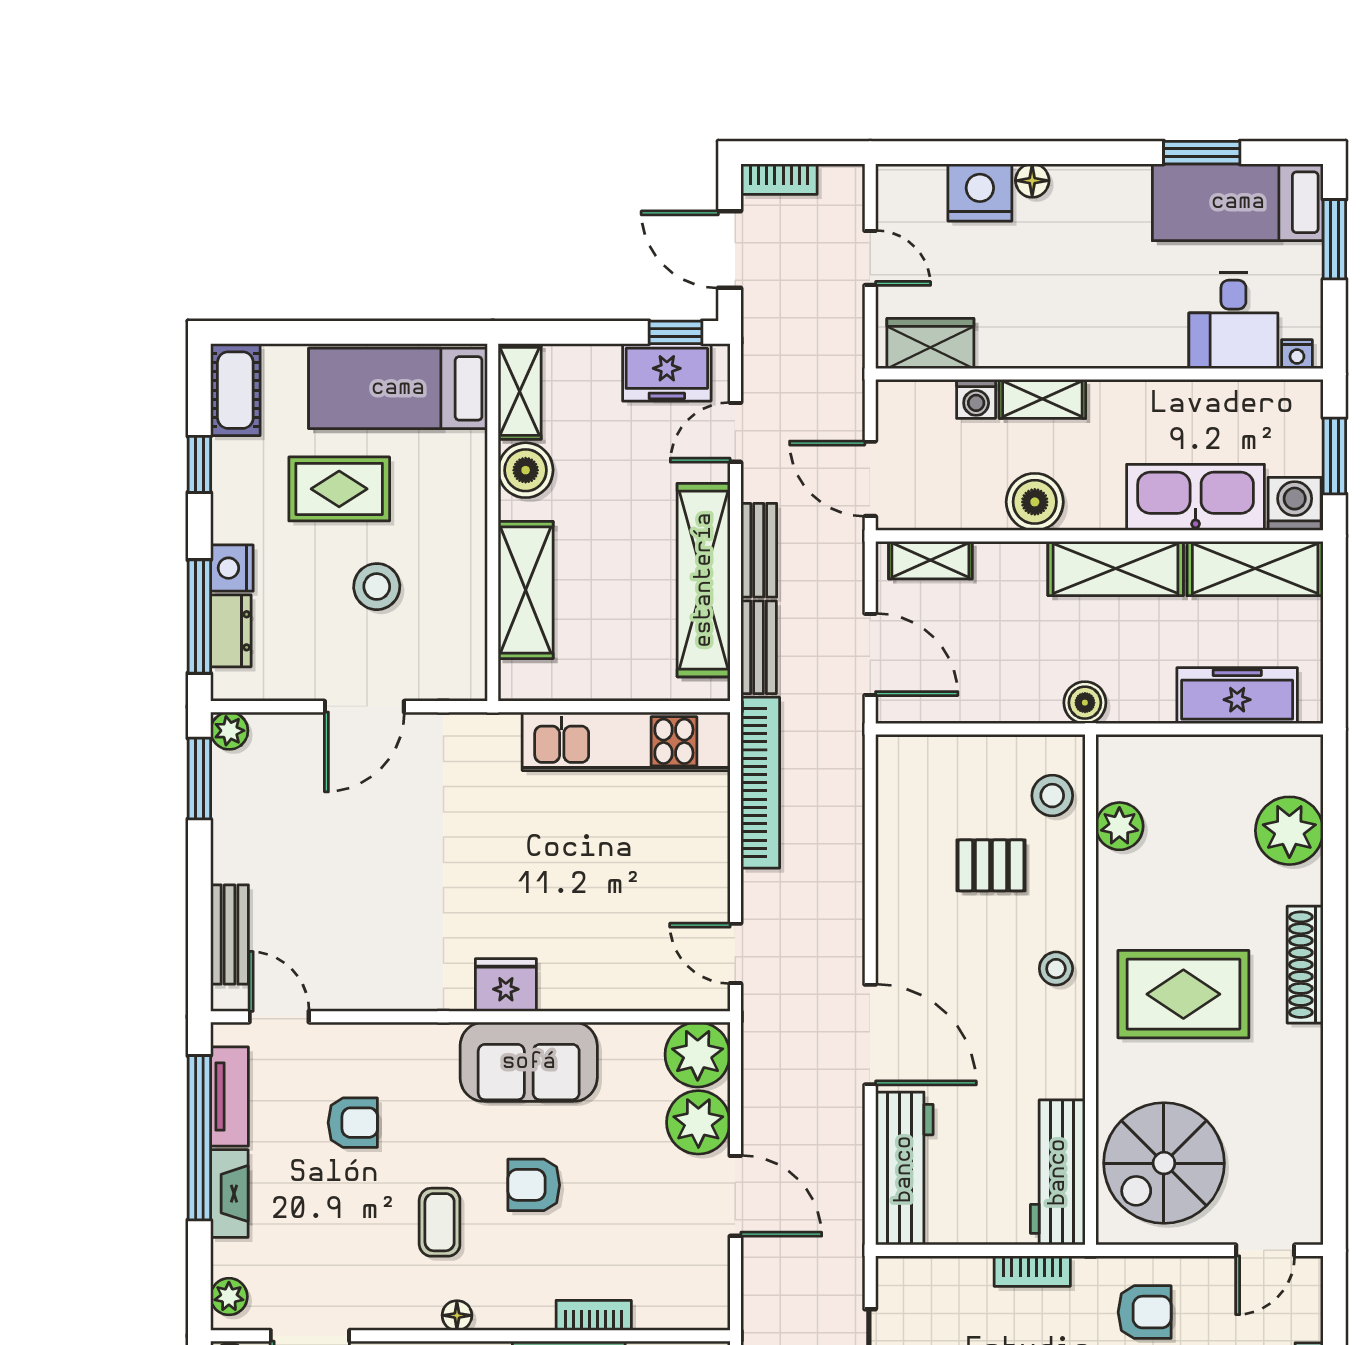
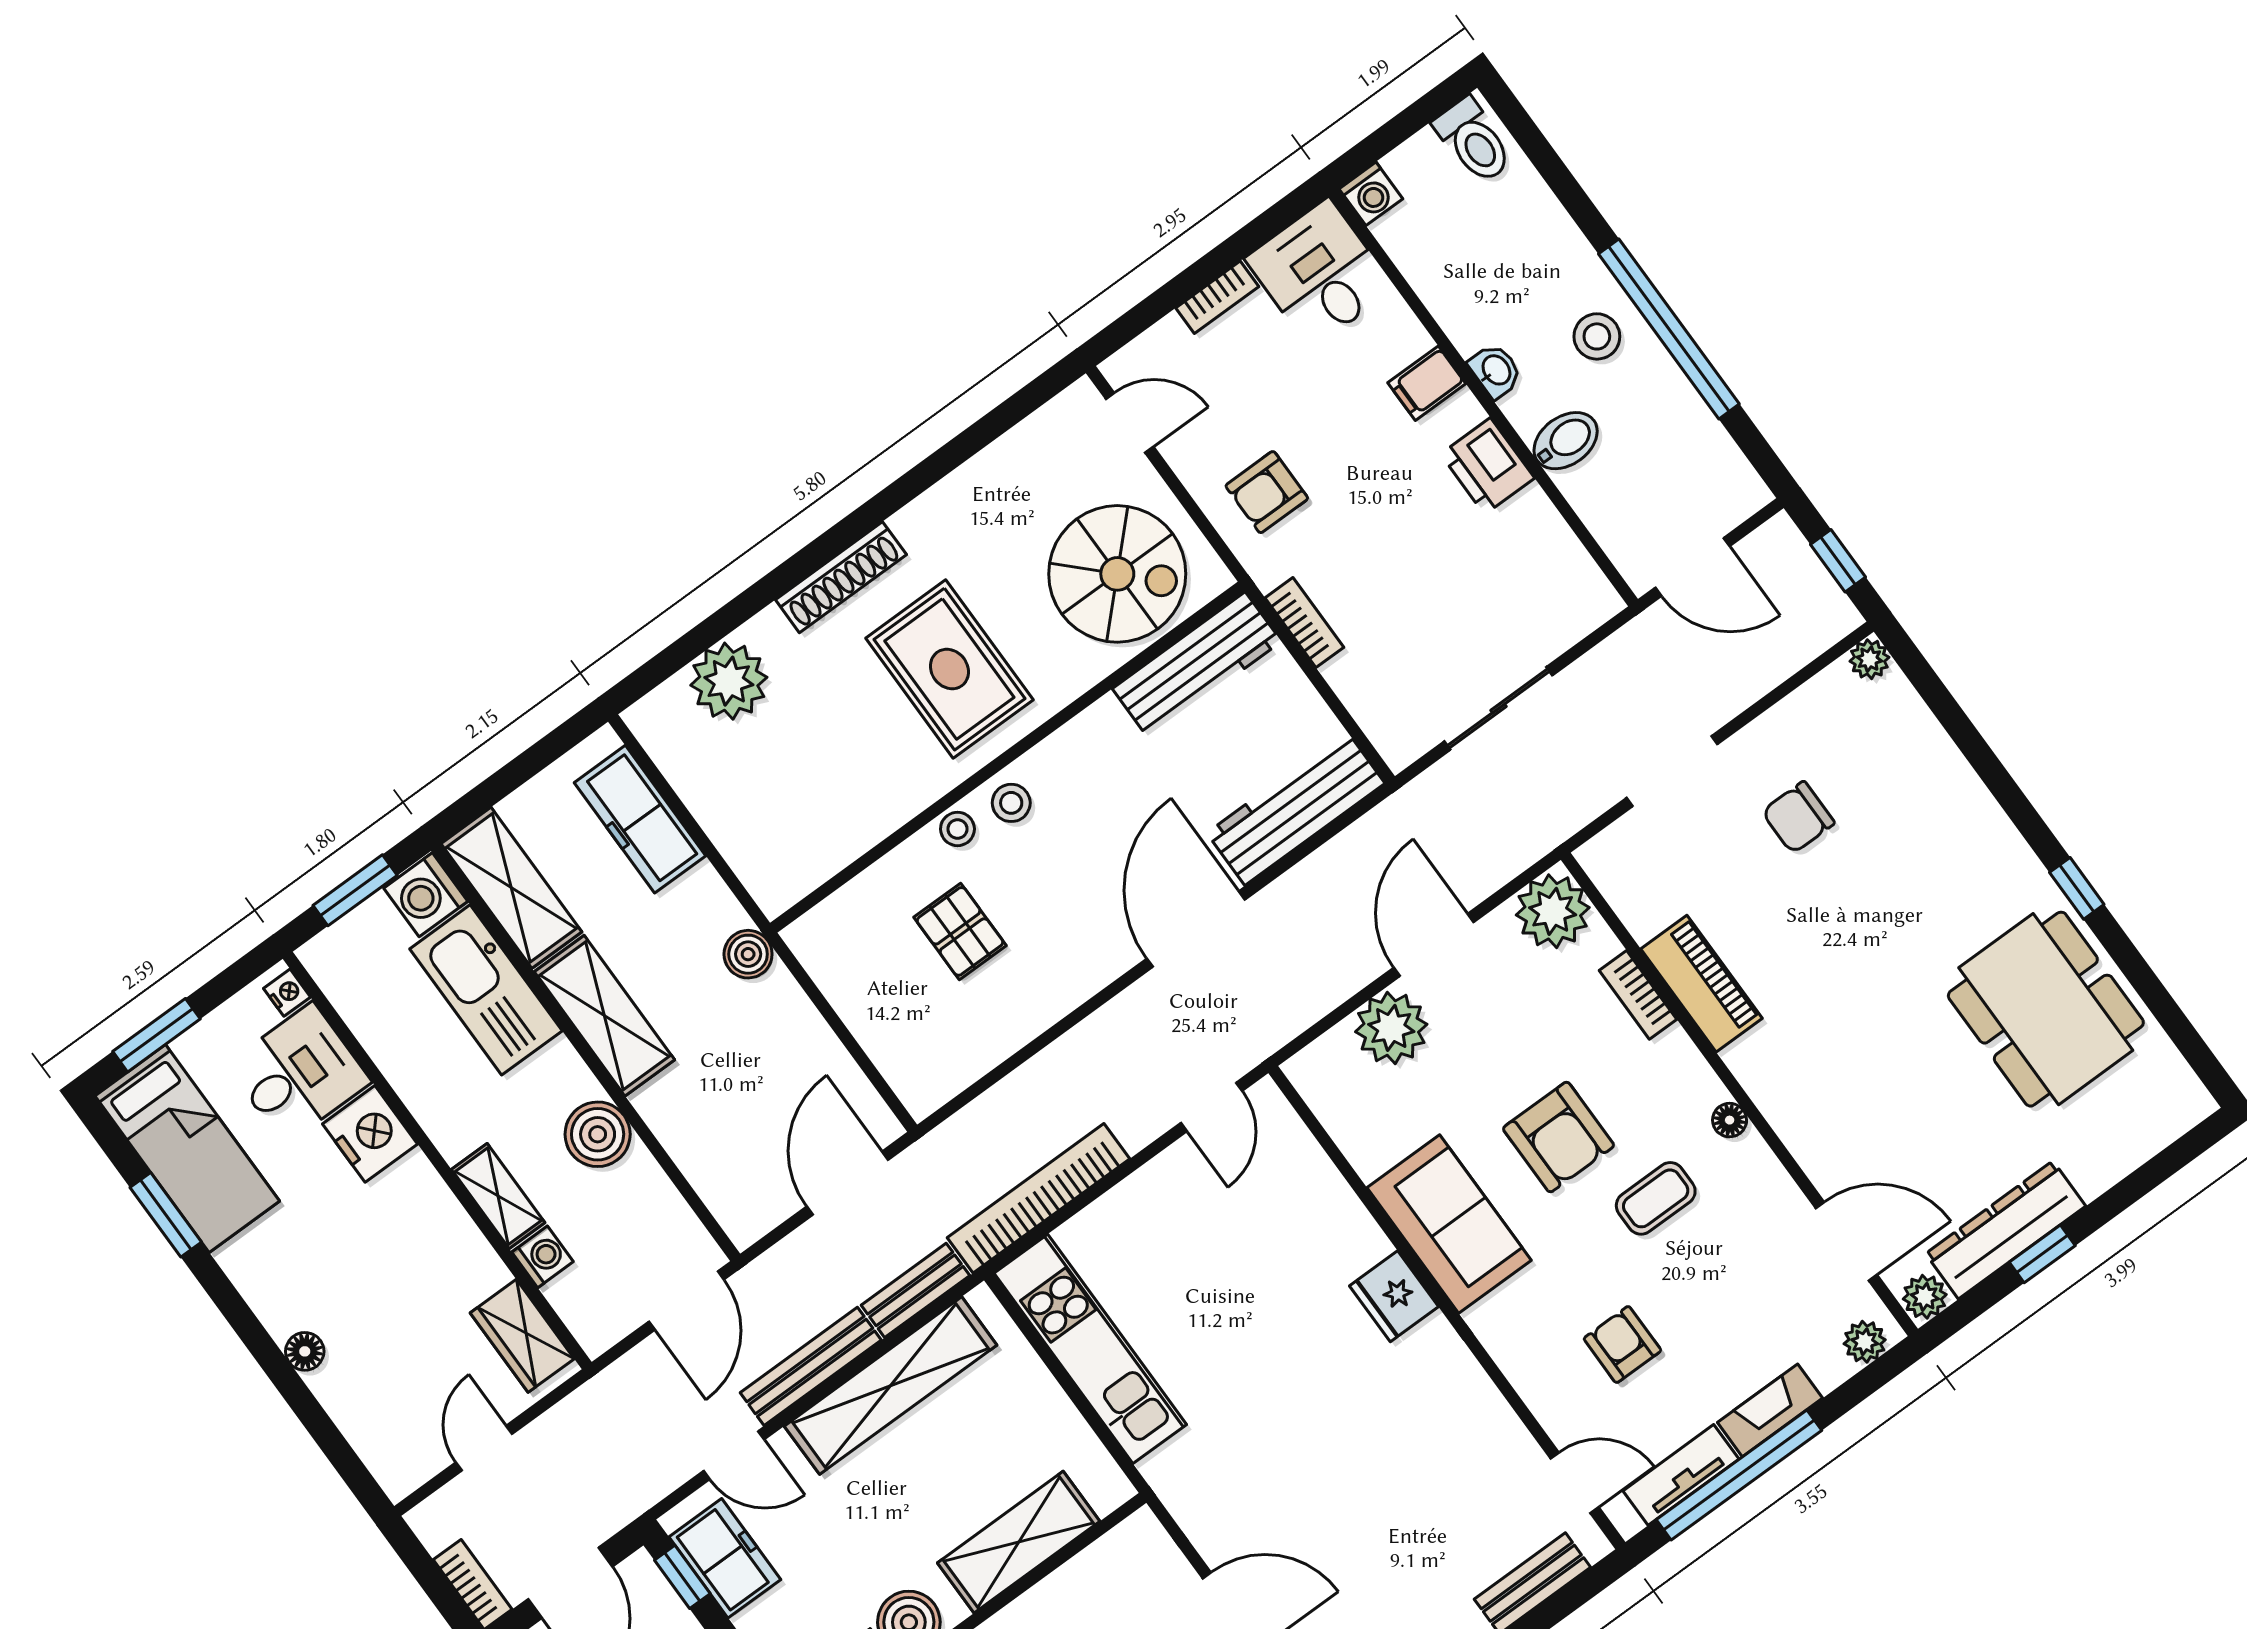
nightstand: (980, 192) -> (370, 1134), moved, turned 180
bench: (759, 550) -> (811, 1366), width x1.36
shelving: (930, 560) -> (721, 1191), removed
stool: (1052, 796) -> (957, 829), moved, width x0.73, depth x0.73
plant: (1119, 826) -> (838, 840), removed
door: (279, 1017) -> (1575, 1483), swing flipped
plant: (698, 1055) -> (1553, 911), moved
armchair: (534, 1185) -> (1558, 1137), width x1.38, depth x1.38
armchair: (1145, 1312) -> (1267, 492), turned -90

